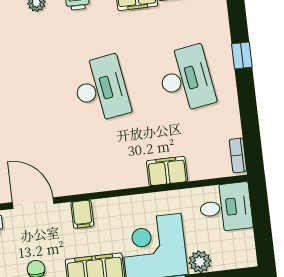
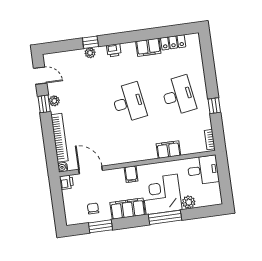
window: (242, 55) -> (214, 106), moved
filing cabinet: (82, 214) -> (131, 174), moved

